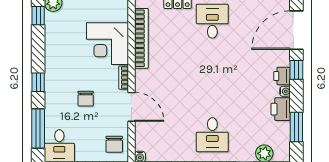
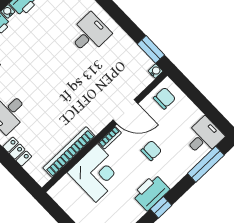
printer: (56, 69) -> (151, 192), added
window: (38, 82) -> (161, 207), moved
door: (131, 107) -> (126, 112), swing flipped

